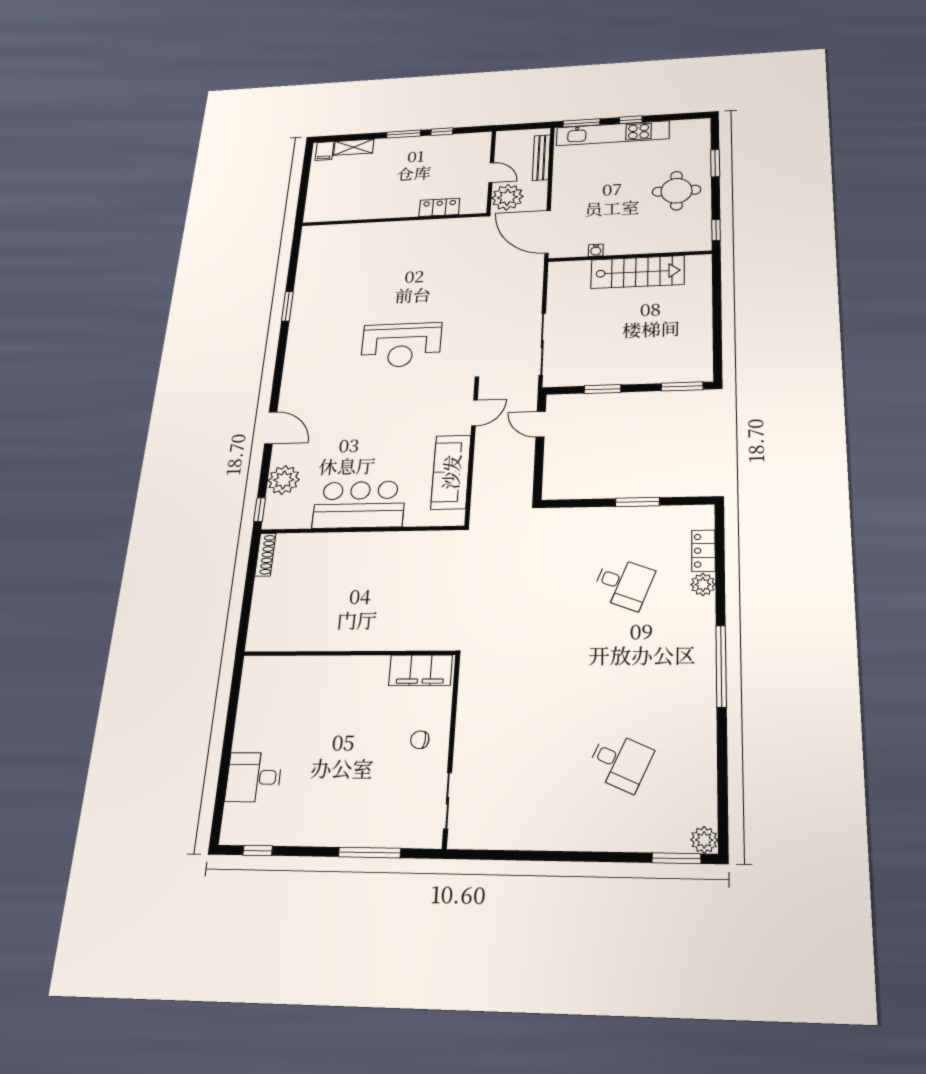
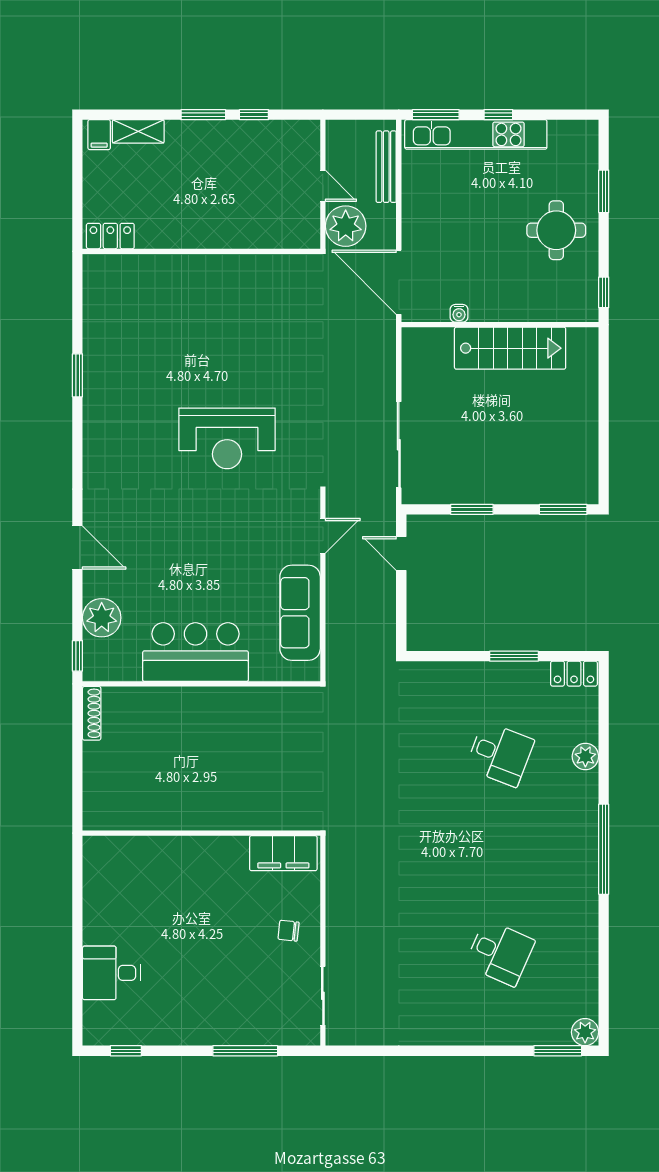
locker: (439, 207) -> (110, 236), moved
locker: (703, 551) -> (574, 674), moved, turned -90

